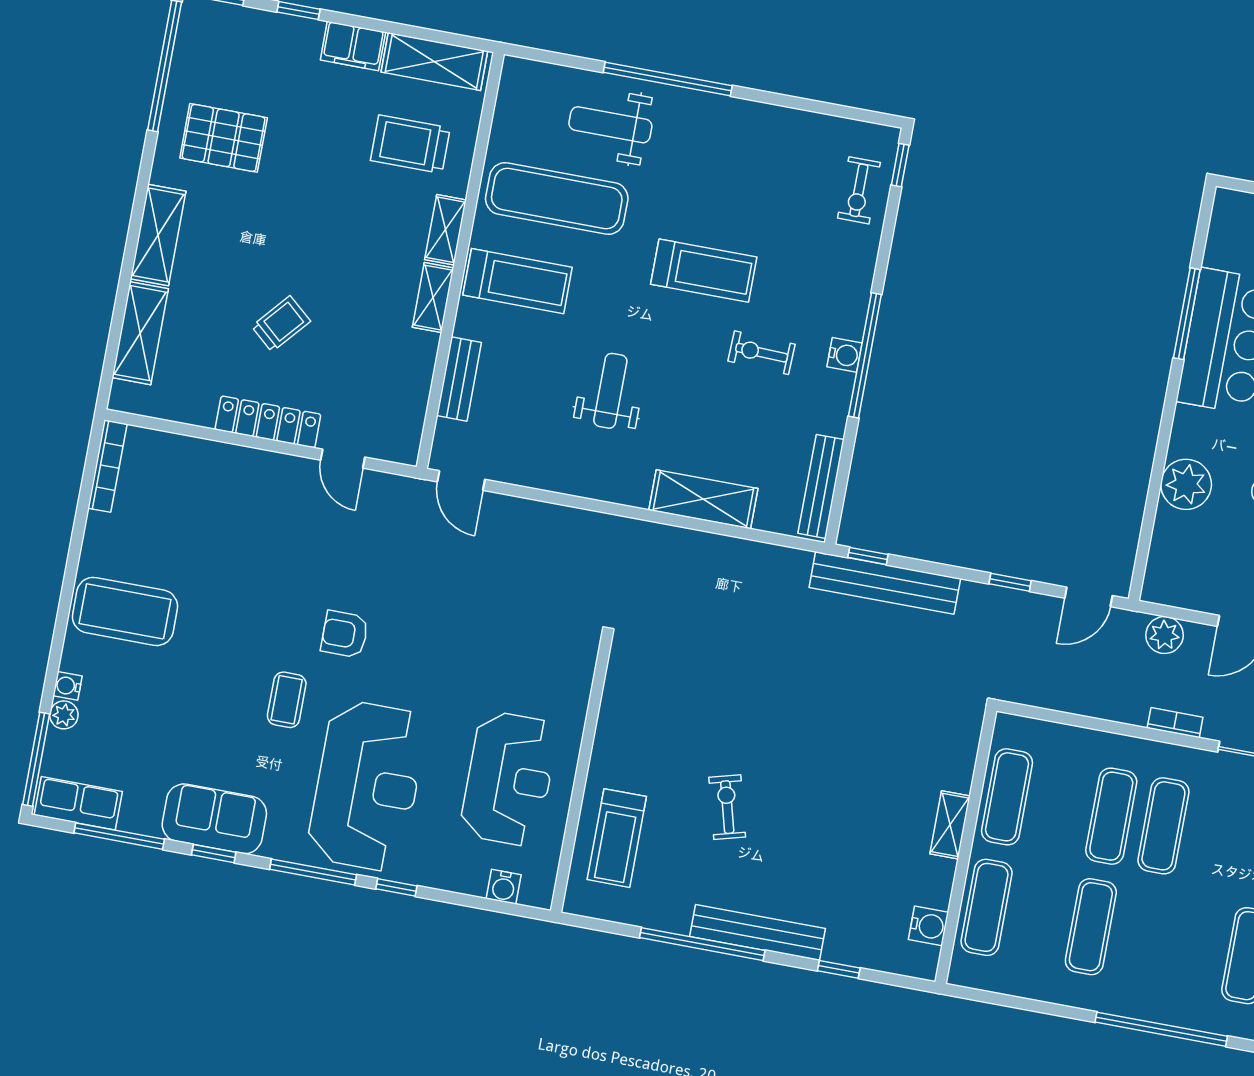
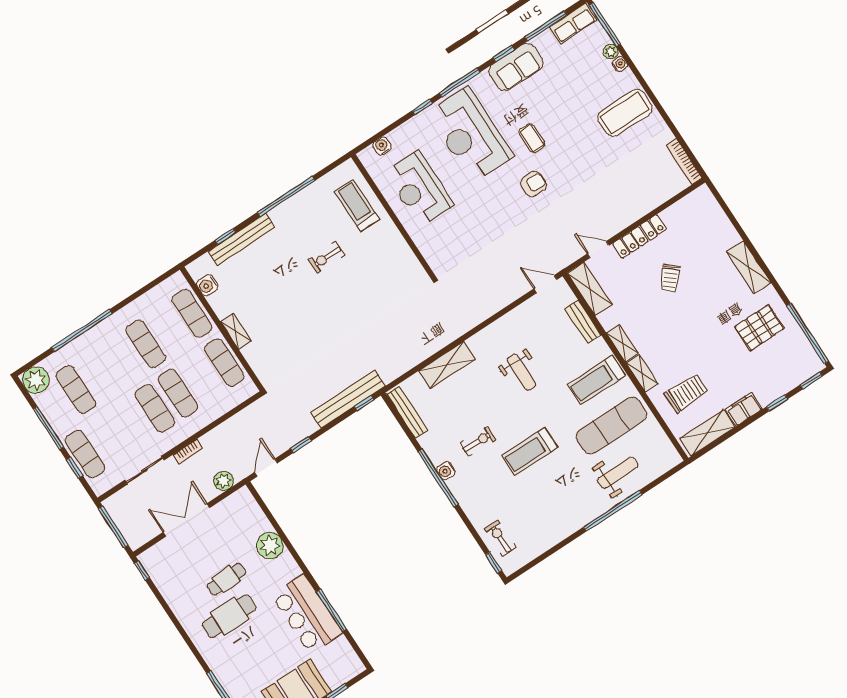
shelving: (140, 333) -> (590, 289), moved
exercise bike: (727, 807) -> (326, 257), turned 105
bench: (758, 932) -> (241, 239), moved

